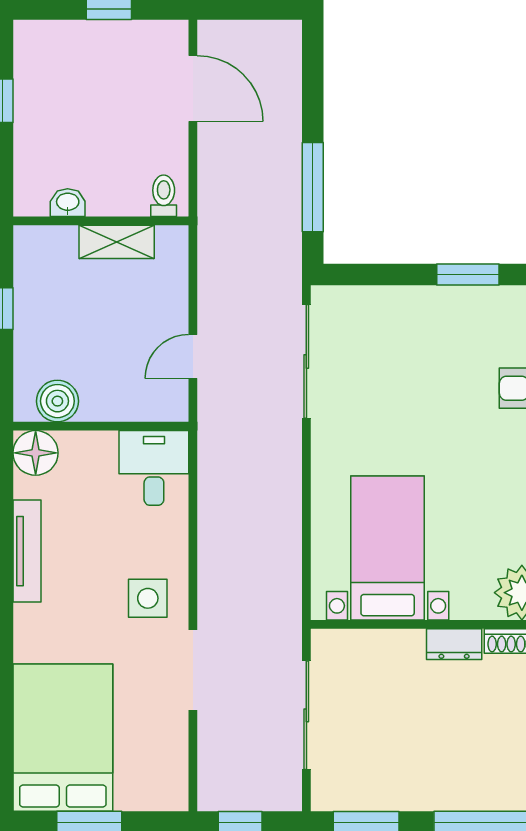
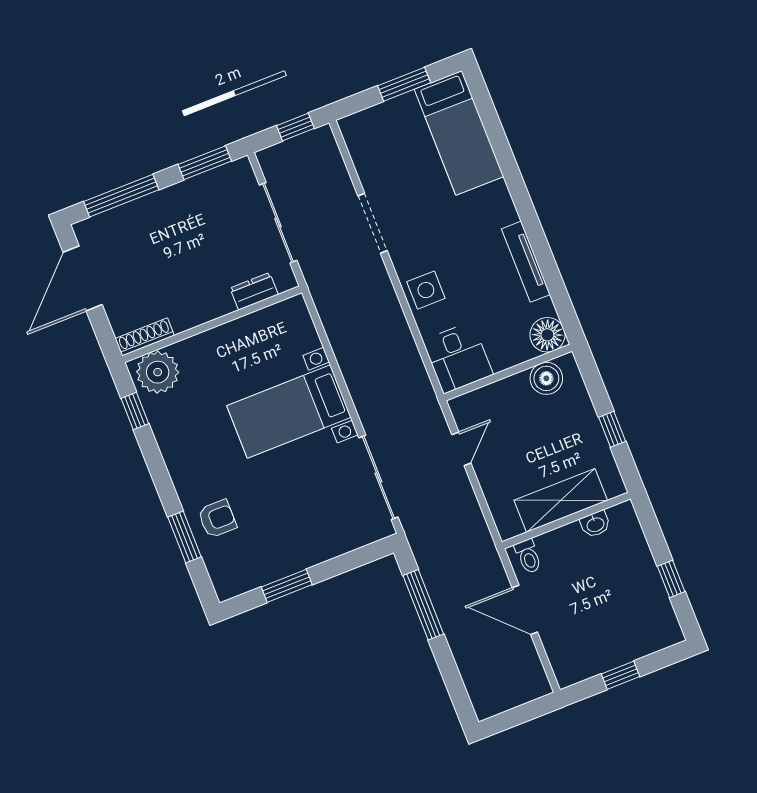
door: (193, 88) -> (525, 610), moved
shelving: (117, 242) -> (561, 500), width x1.50, depth x1.33
bed with nightstands: (388, 548) -> (289, 412), moved, turned 90
side table: (148, 598) -> (426, 290), moved
dresser: (454, 644) -> (254, 291), moved
bed: (63, 738) -> (459, 133), width x0.67

